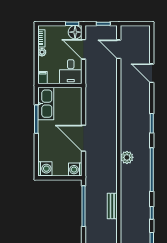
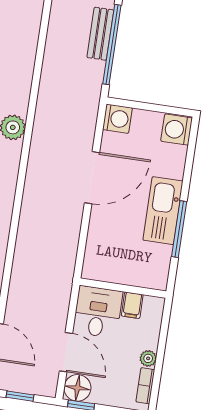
filing cabinet: (43, 78) -> (132, 305), moved
kitchen sink: (46, 104) -> (163, 211), moved
door: (84, 138) -> (92, 178), hinge flipped
bench: (112, 206) -> (100, 34), moved

